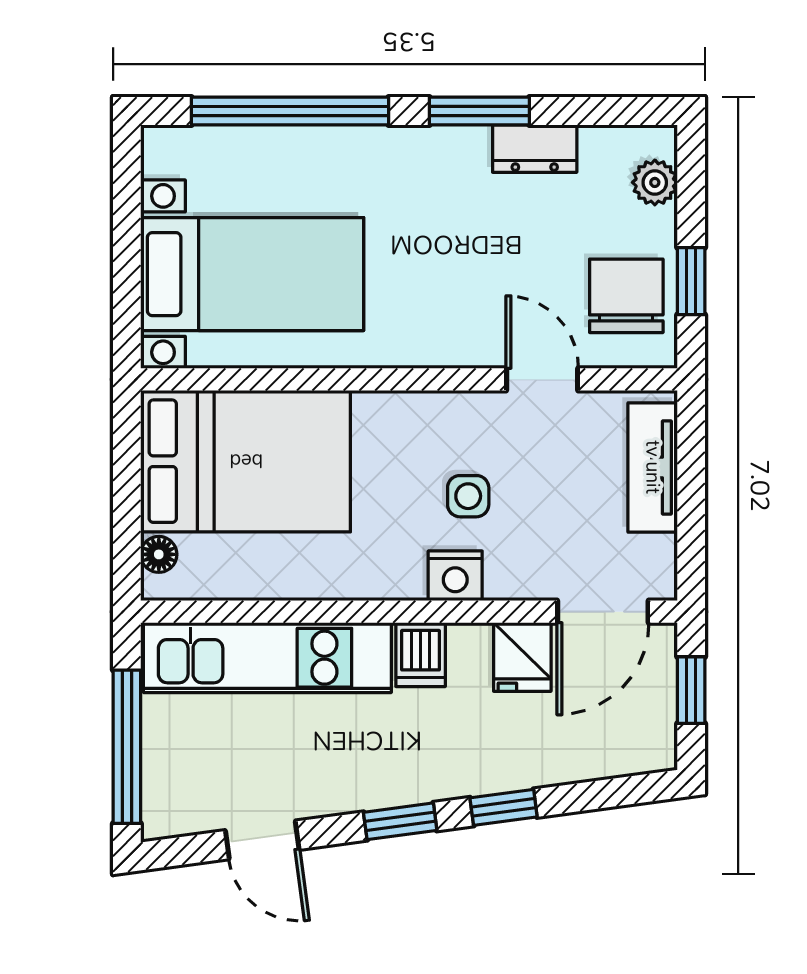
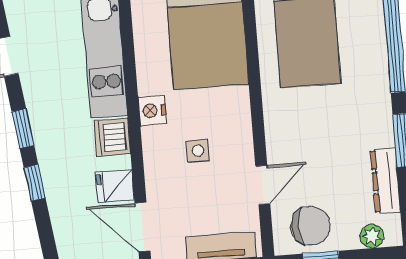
dresser: (535, 149) -> (385, 181), width x1.44
nightstand: (455, 576) -> (152, 111), moved
dishwasher: (421, 655) -> (112, 137), width x1.38

